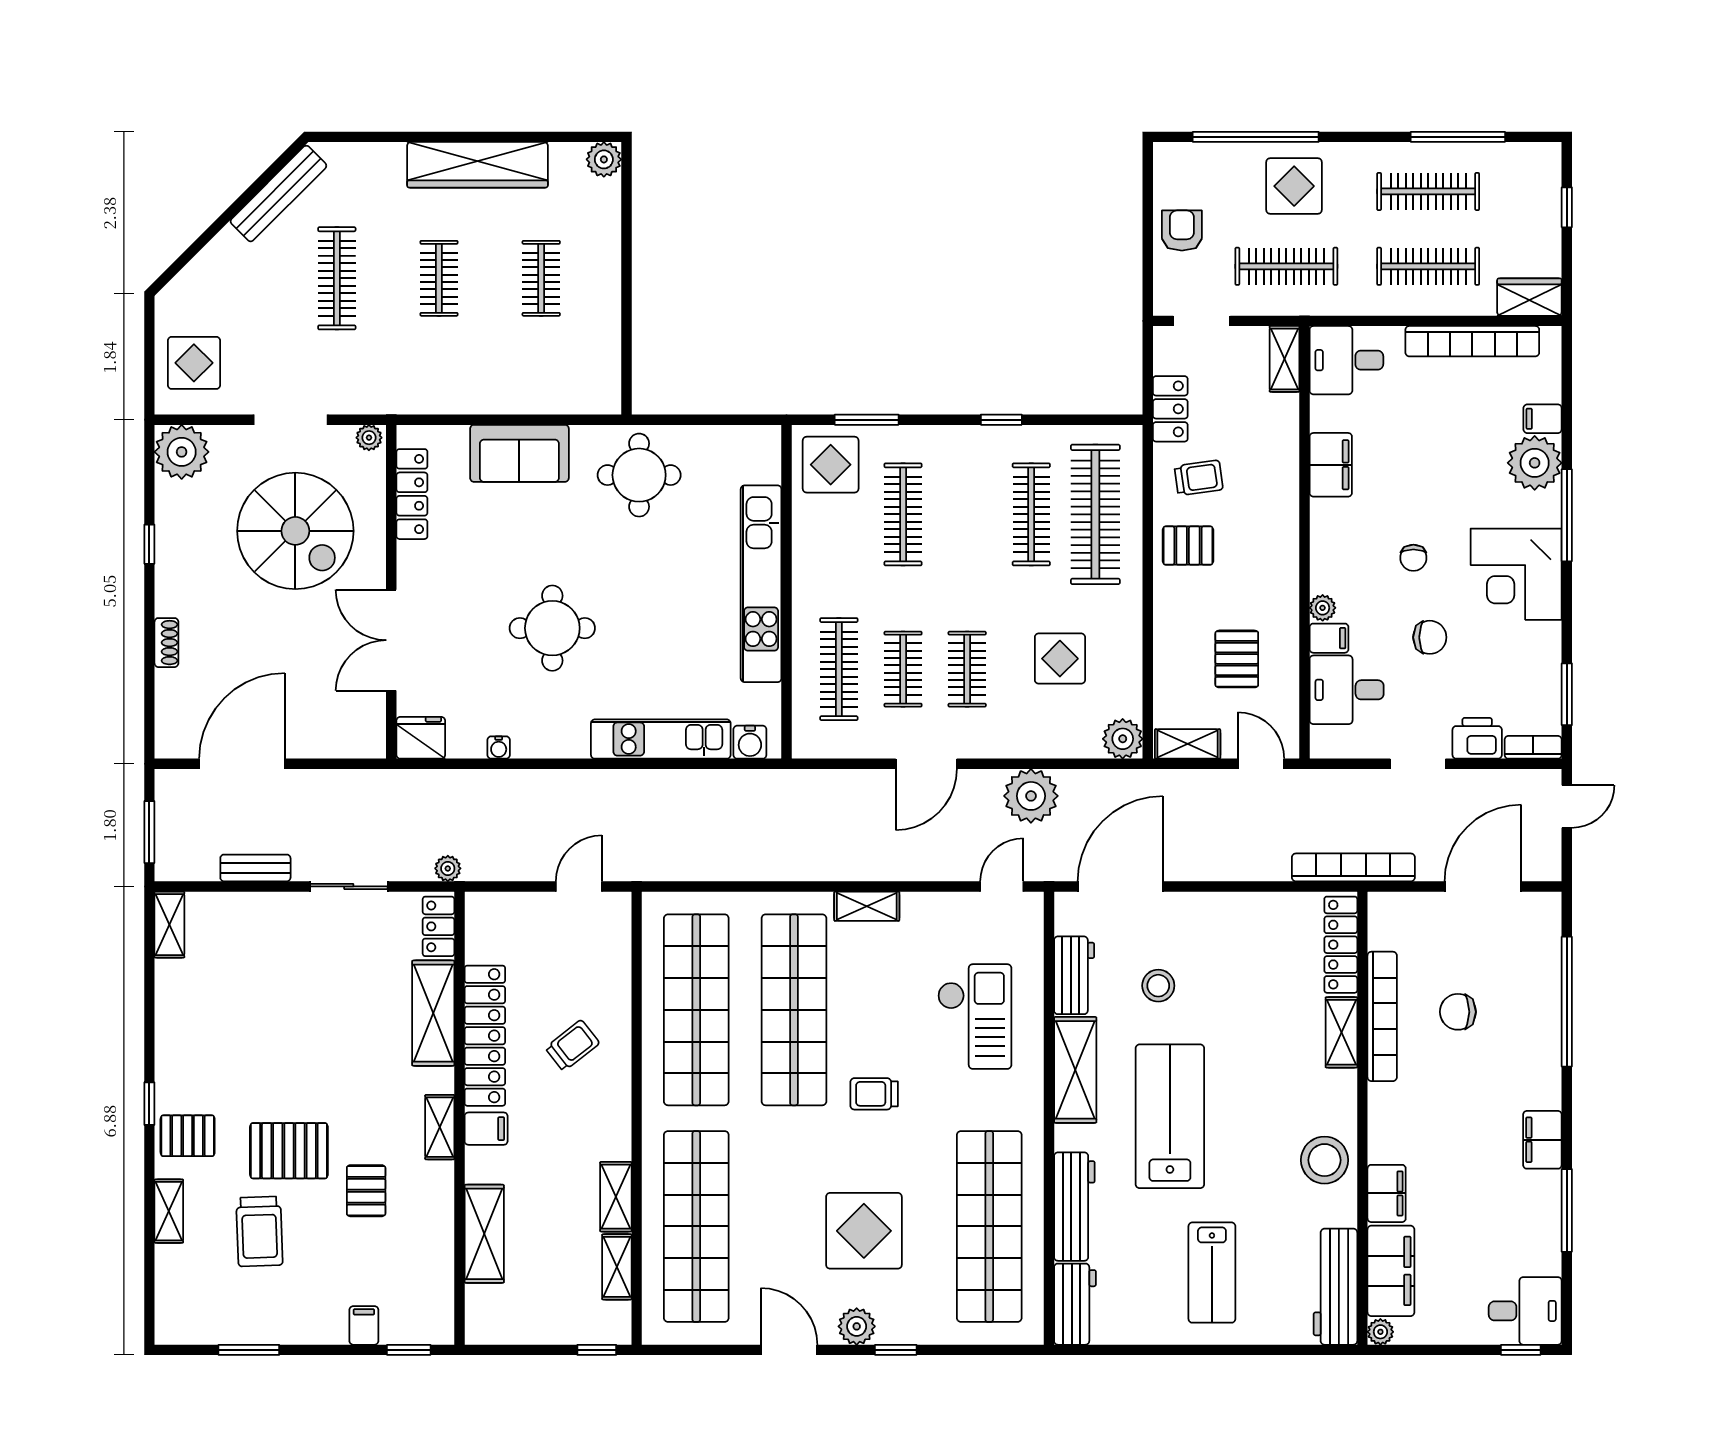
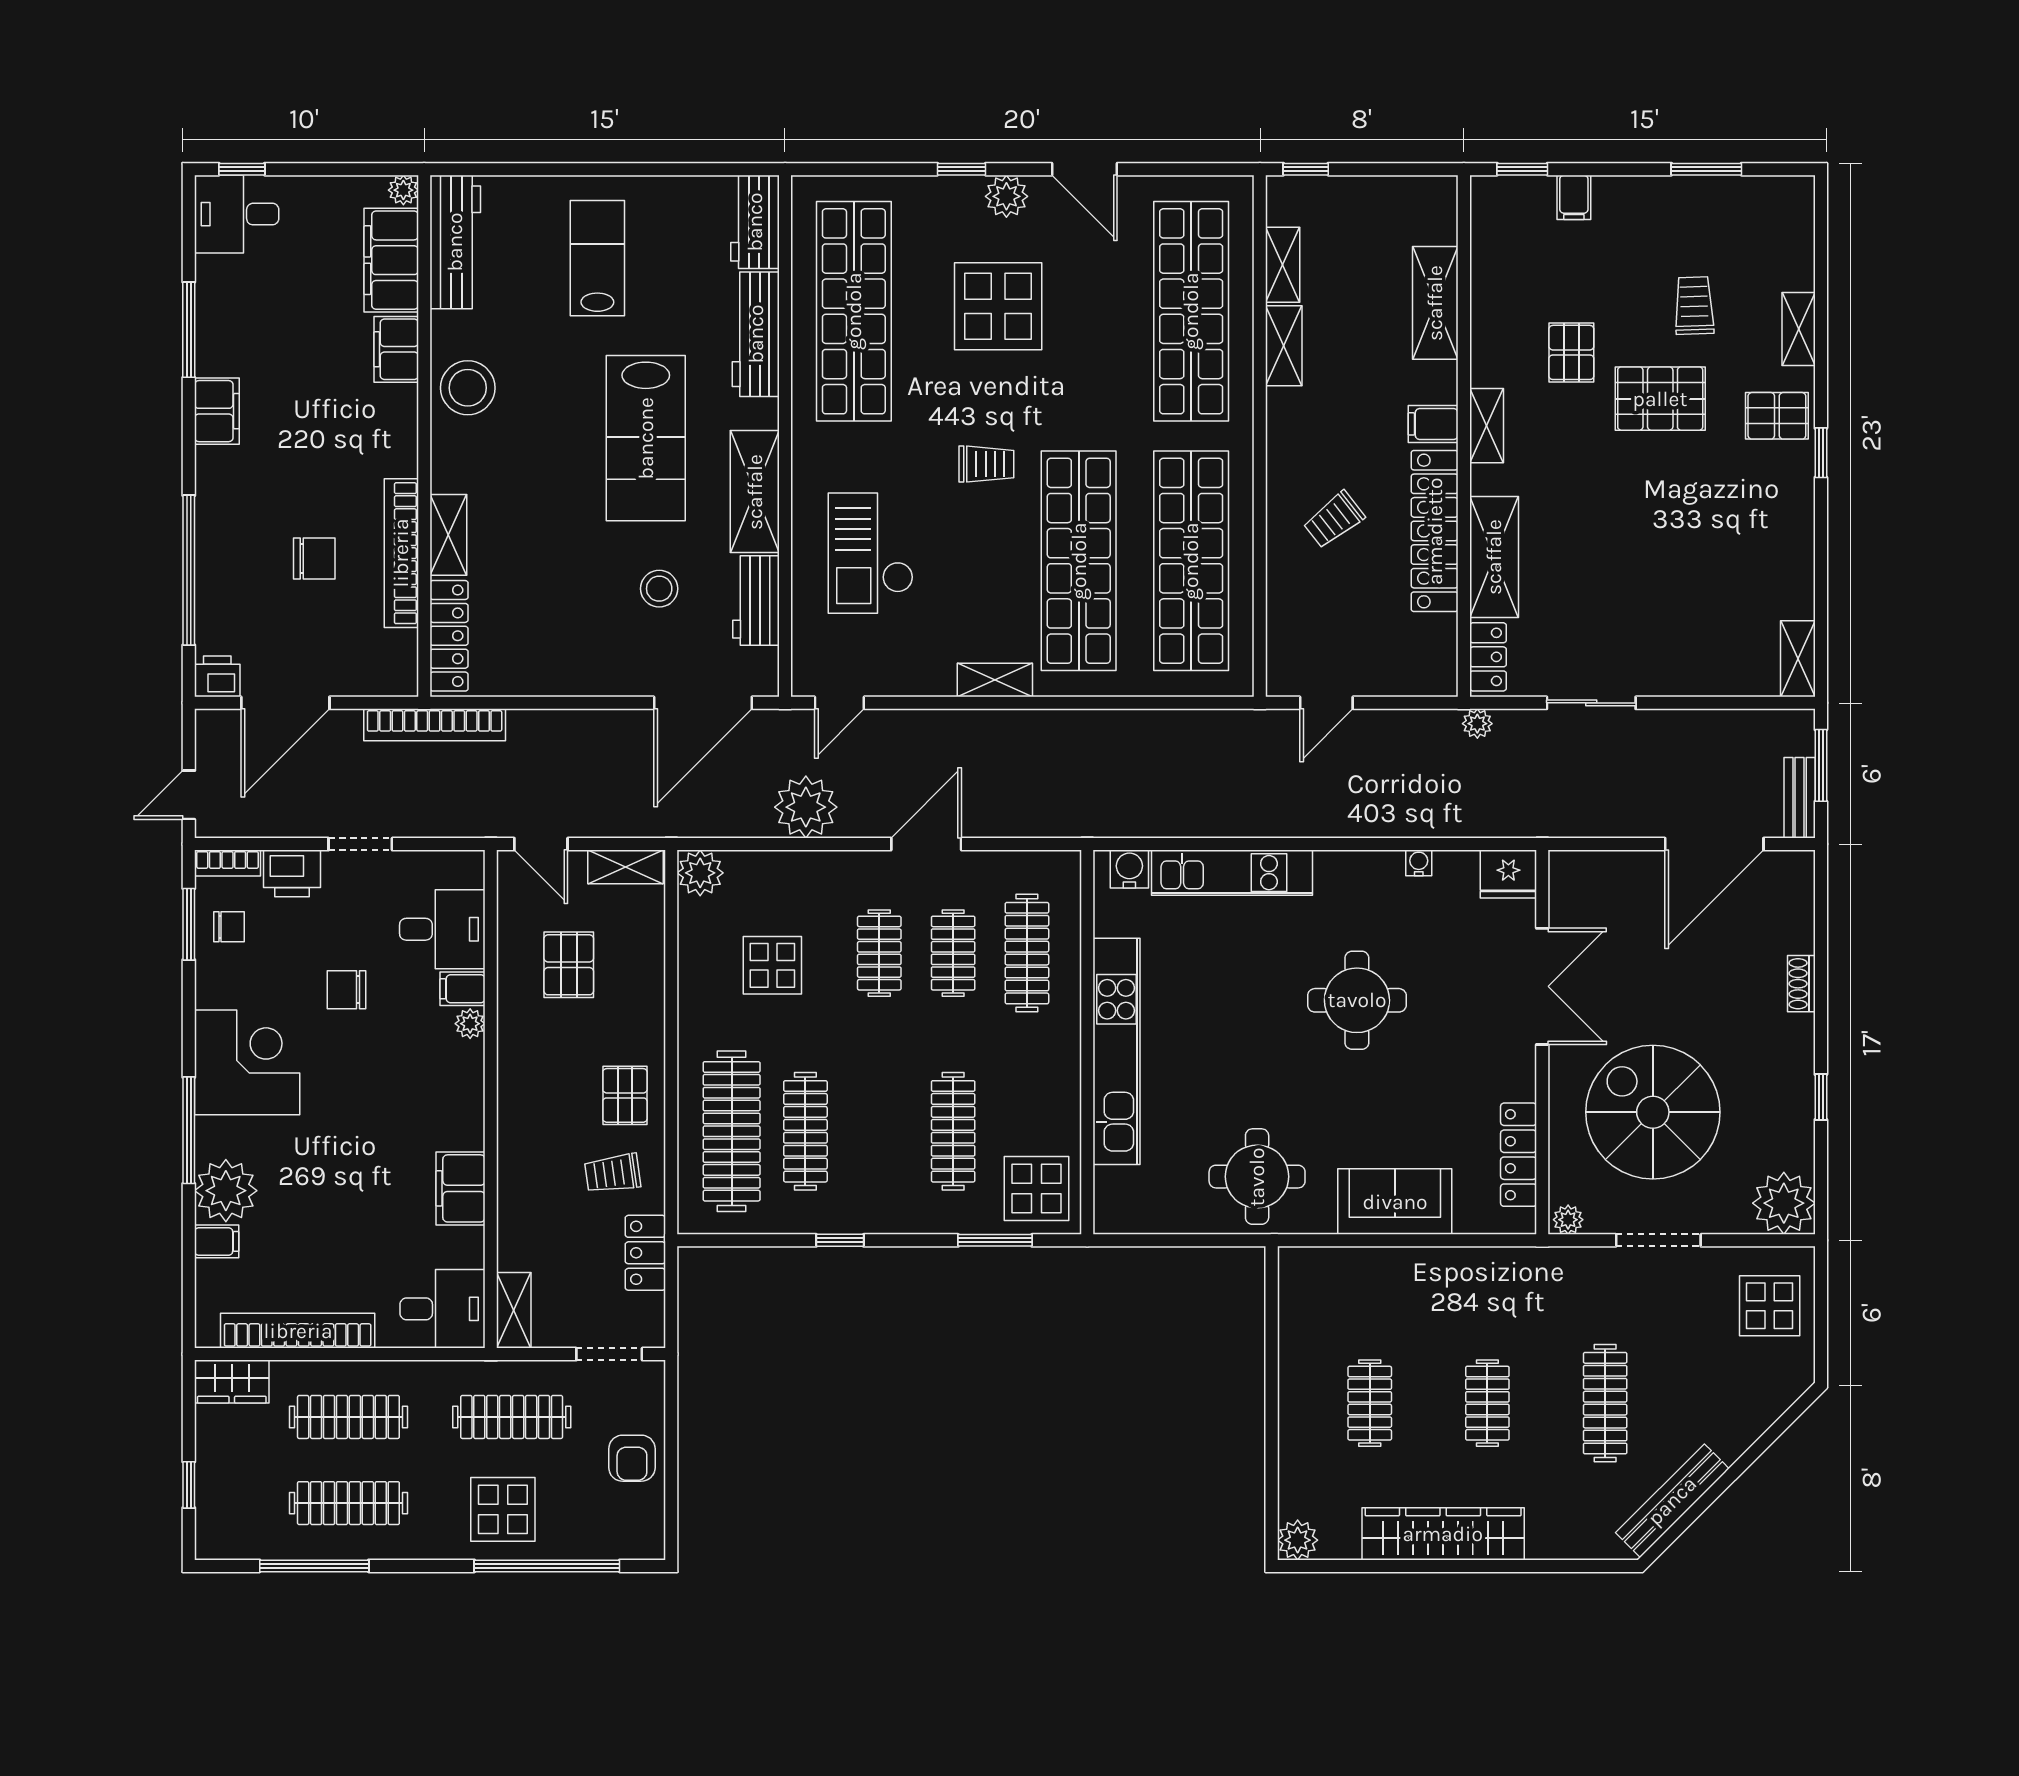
pallet: (1188, 546) -> (625, 1095), turned 90
chair: (1413, 558) -> (229, 927), moved, turned 90
bench: (255, 868) -> (1800, 798), moved, turned 90
printer: (1542, 909) -> (217, 676), added
trolley: (259, 1231) -> (1694, 306), width x0.73, depth x0.72

